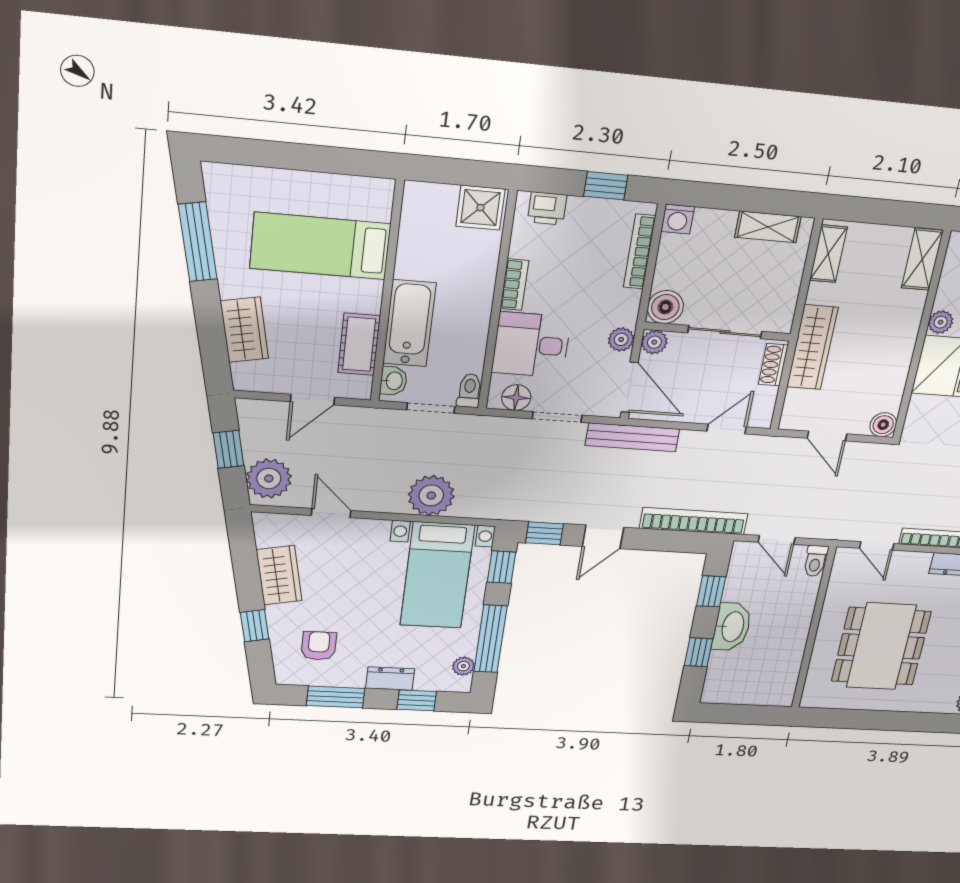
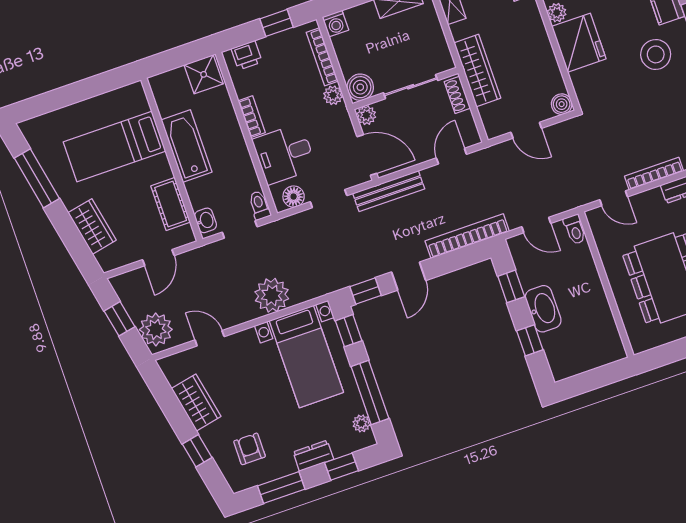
bathtub: (409, 323) -> (187, 146), moved
plant: (621, 339) -> (333, 95), moved

